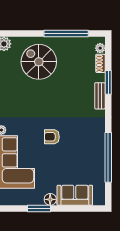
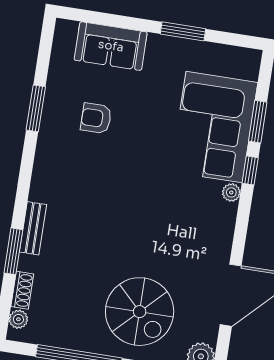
armchair: (52, 137) -> (96, 118), moved, turned 180
window: (108, 157) -> (36, 108), width x0.47
floor lamp: (50, 199) -> (159, 45), removed

